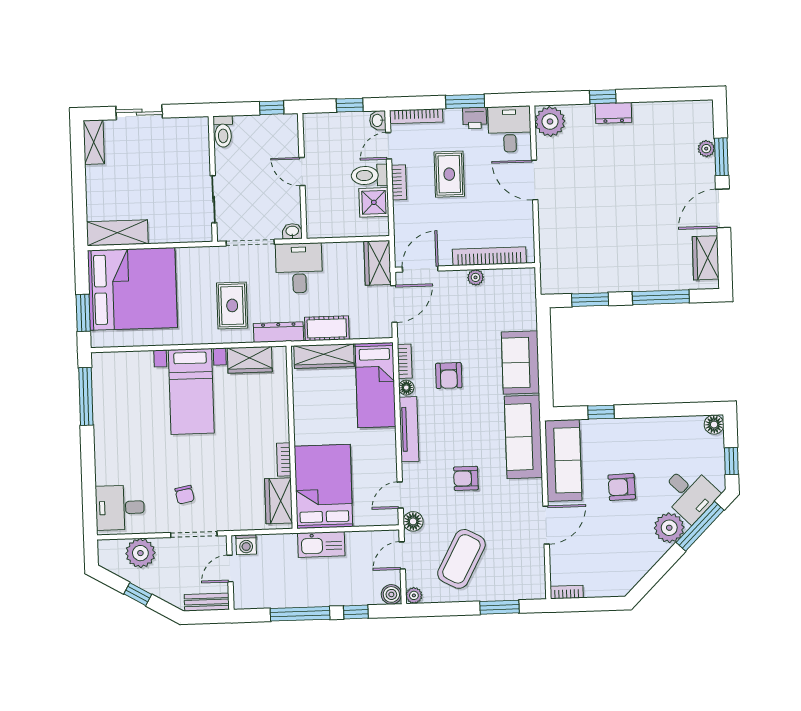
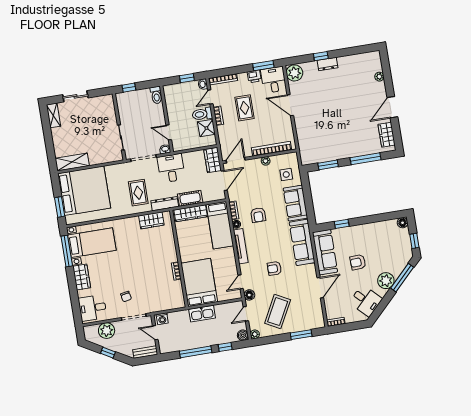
window: (465, 101) -> (263, 66), moved
window: (272, 108) -> (129, 88), moved
toilet: (223, 131) -> (156, 95), moved
window: (721, 157) -> (388, 80), removed
door: (302, 172) -> (169, 132), moved
side table: (510, 307) -> (286, 174), added
bed with nightstands: (191, 391) -> (92, 243), moved, turned -90
desk: (689, 493) -> (366, 301), moved
wardrobe: (279, 501) -> (82, 277), moved, turned 180
door: (230, 568) -> (155, 333), hinge flipped

